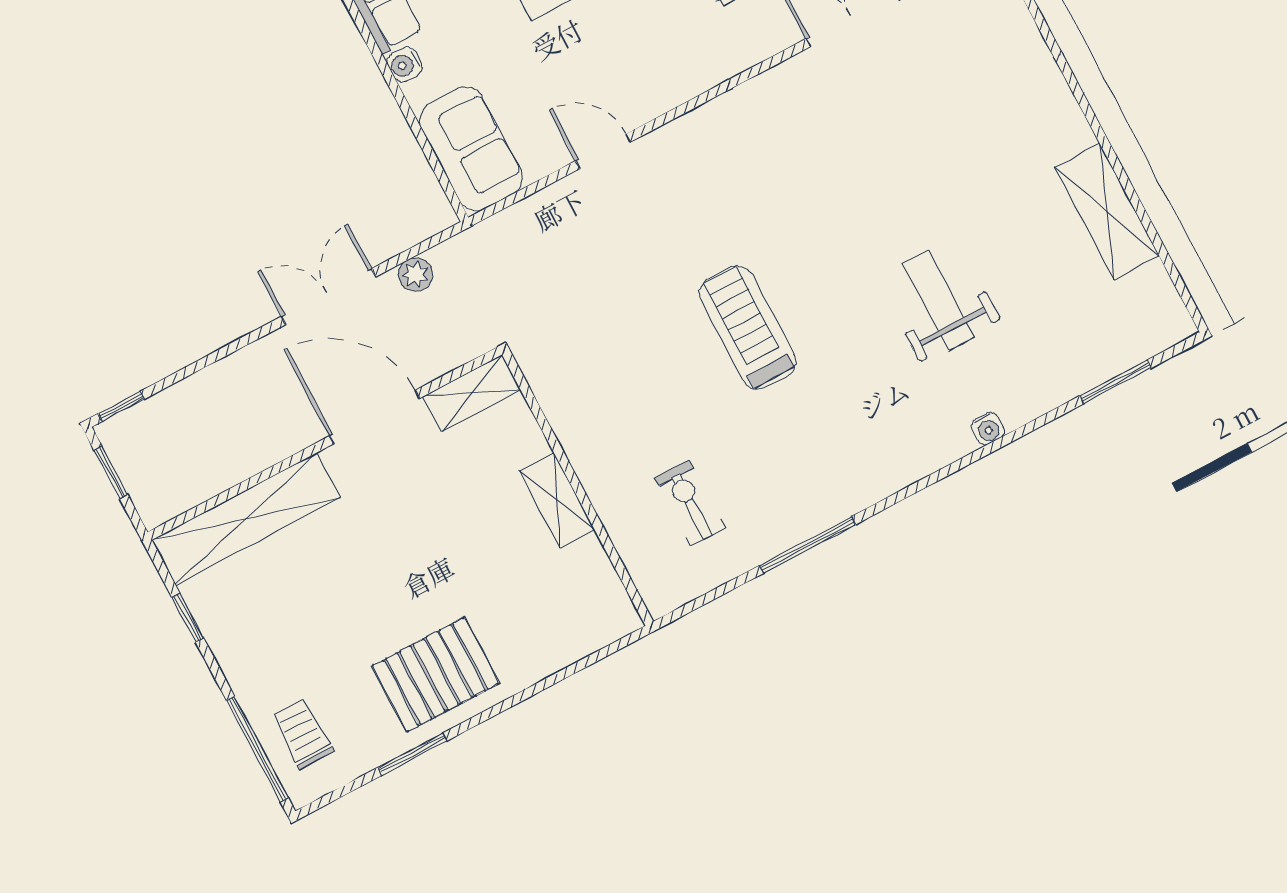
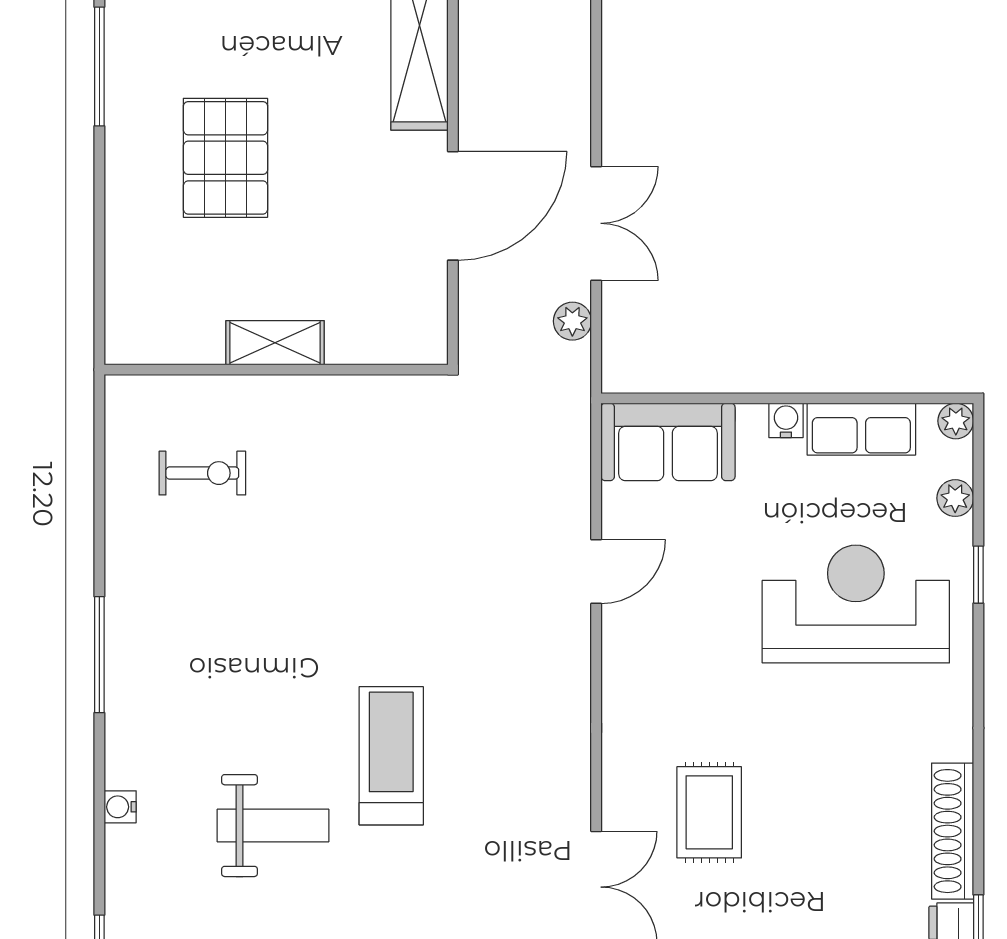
treadmill: (748, 328) -> (391, 756), moved, turned -90
shelving: (472, 393) -> (426, 315), removed
window: (808, 545) -> (99, 655), moved
pallet: (436, 675) -> (225, 158), moved
window: (412, 754) -> (99, 67), width x1.44

